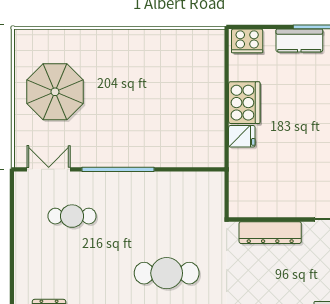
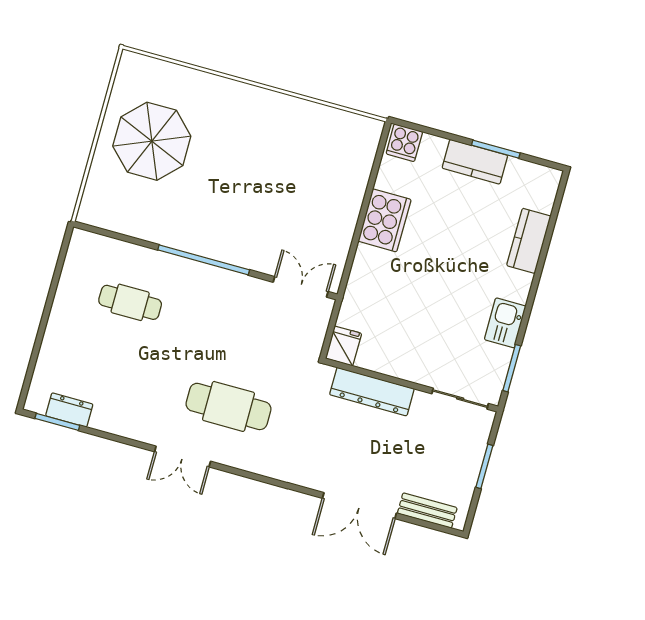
cooker: (247, 41) -> (404, 143), width x0.73
fridge: (242, 136) -> (344, 346), moved, turned -90
double door: (49, 169) -> (301, 287), moved

